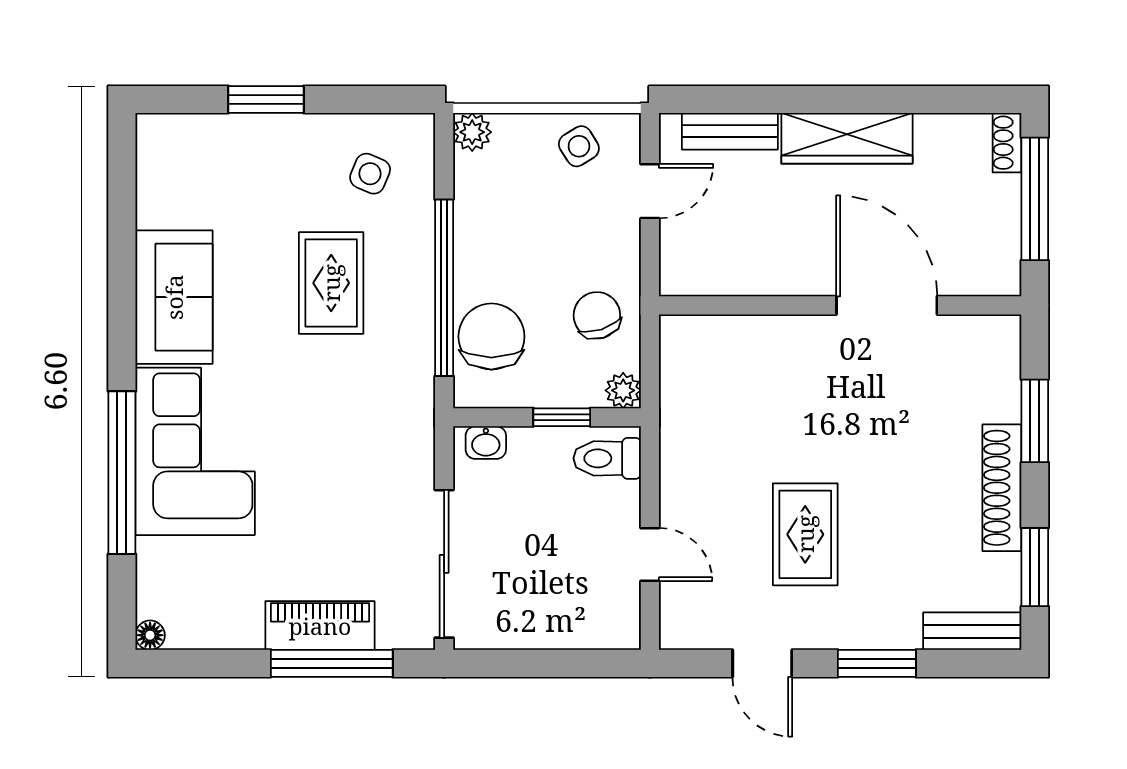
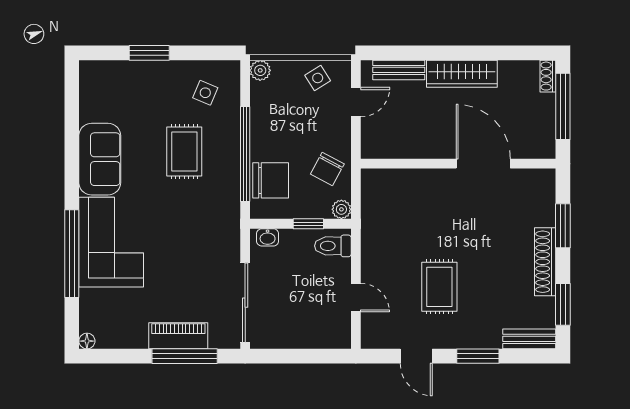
chair: (597, 315) -> (327, 169), turned -134
chair: (491, 337) -> (271, 180), turned 90

